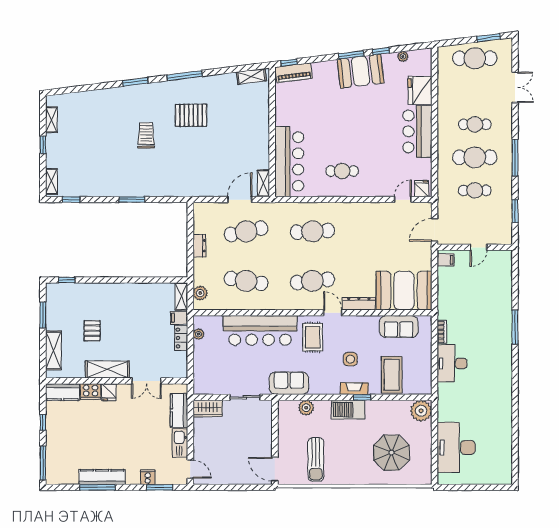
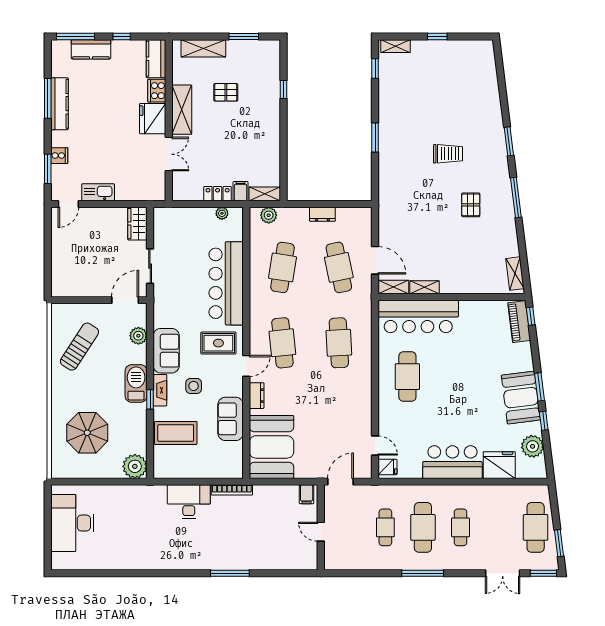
plant: (403, 56) -> (533, 446), width x1.88, depth x1.88
pallet: (191, 115) -> (471, 205), width x0.67, depth x0.71
shelving: (51, 120) -> (424, 287), moved
cafe table: (342, 171) -> (407, 377), width x1.37, depth x1.35
window: (515, 211) -> (543, 573), moved
door: (434, 230) -> (340, 482), hinge flipped
window: (67, 280) -> (283, 89), moved
dresser: (359, 304) -> (257, 396), width x0.70
sofa: (399, 327) -> (231, 419), moved
bookcase: (442, 332) -> (232, 490), width x1.56
double door: (146, 381) -> (169, 154), swing flipped
sofa: (289, 383) -> (166, 351), moved
fridge: (109, 392) -> (153, 119), width x1.88, depth x1.34
kitchen counter: (179, 410) -> (91, 49), moved, turned 180
desk: (456, 447) -> (72, 523), moved, turned -90
sun lounger: (316, 459) -> (79, 347), turned 123
door: (275, 469) -> (125, 300), moved

